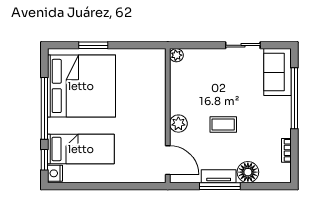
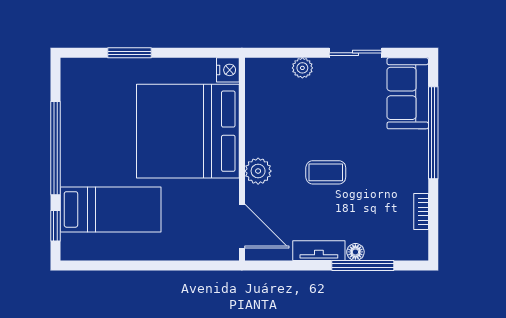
plant: (176, 55) -> (302, 68), moved
bed: (81, 86) -> (188, 131), moved, turned 180
floor lamp: (248, 172) -> (355, 252), width x0.53, depth x0.53
nightstand: (55, 173) -> (228, 70), moved, turned 180
window: (220, 186) -> (363, 265), moved

